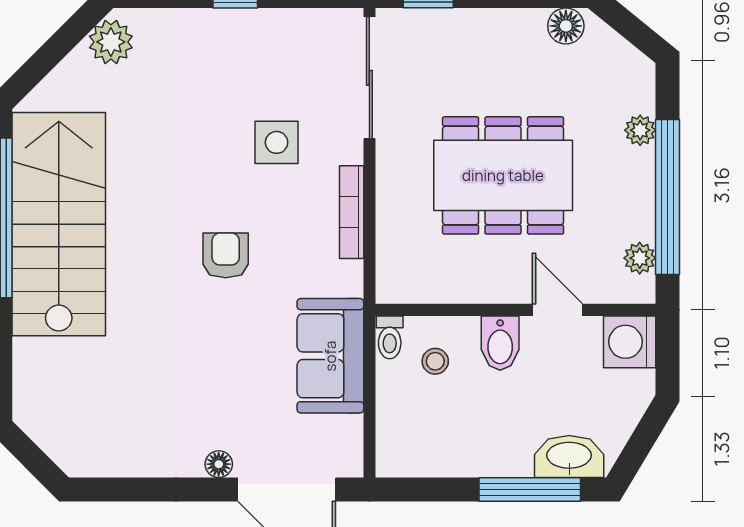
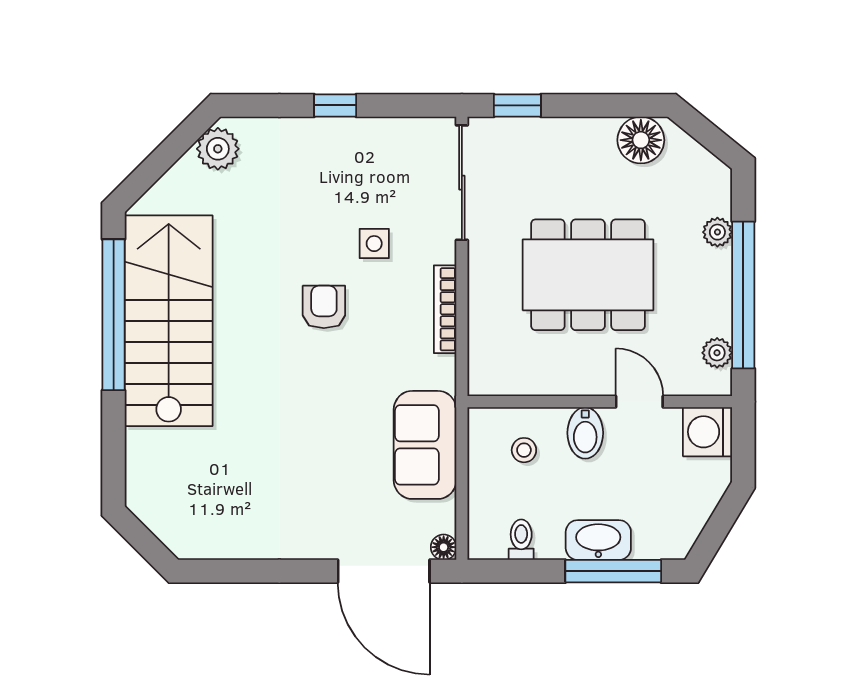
floor lamp: (566, 26) -> (641, 140), width x1.38, depth x1.38
side table: (277, 142) -> (374, 244), width x0.73, depth x0.73
armchair: (226, 255) -> (324, 307), moved
toilet: (390, 337) -> (521, 540), moved, turned 180
washbasin: (569, 457) -> (598, 540), moved
floor lamp: (219, 464) -> (444, 547), moved

